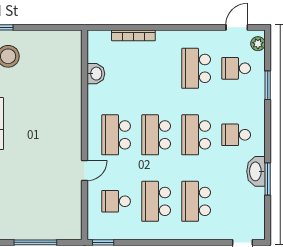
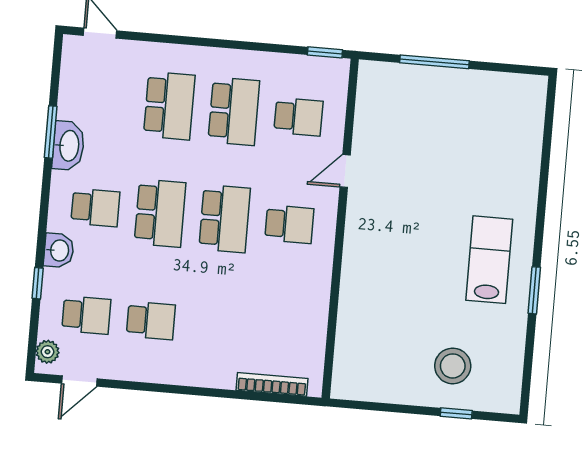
bookcase: (133, 35) -> (272, 384), moved
school desk: (196, 68) -> (151, 320), width x0.54
washbasin: (96, 74) -> (59, 250), moved, turned 180
window: (268, 85) -> (38, 283), width x0.67
school desk: (116, 135) -> (289, 224), width x0.54

